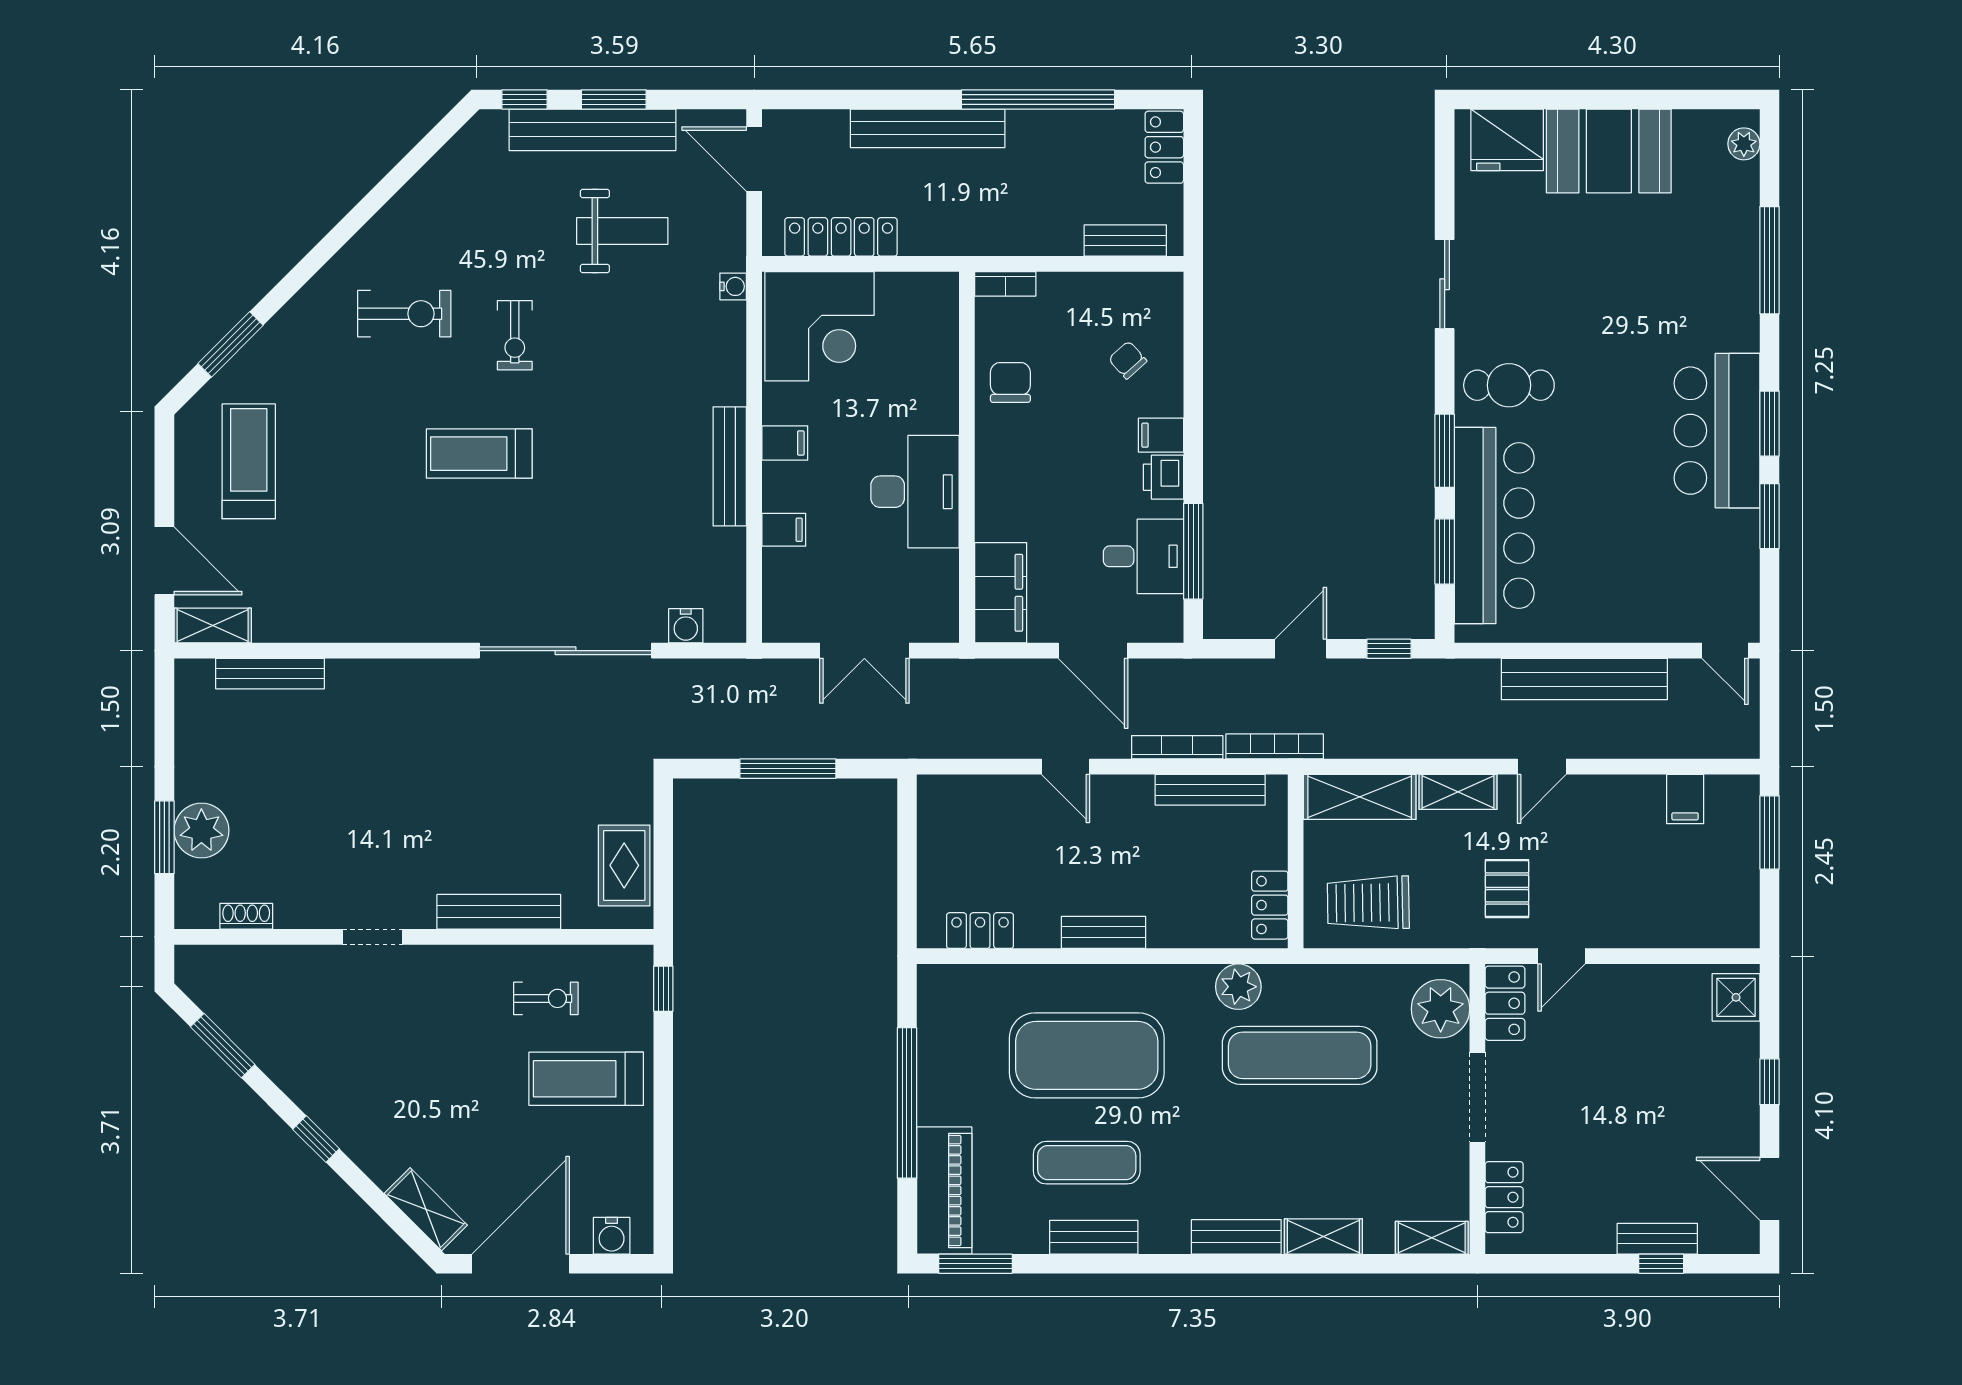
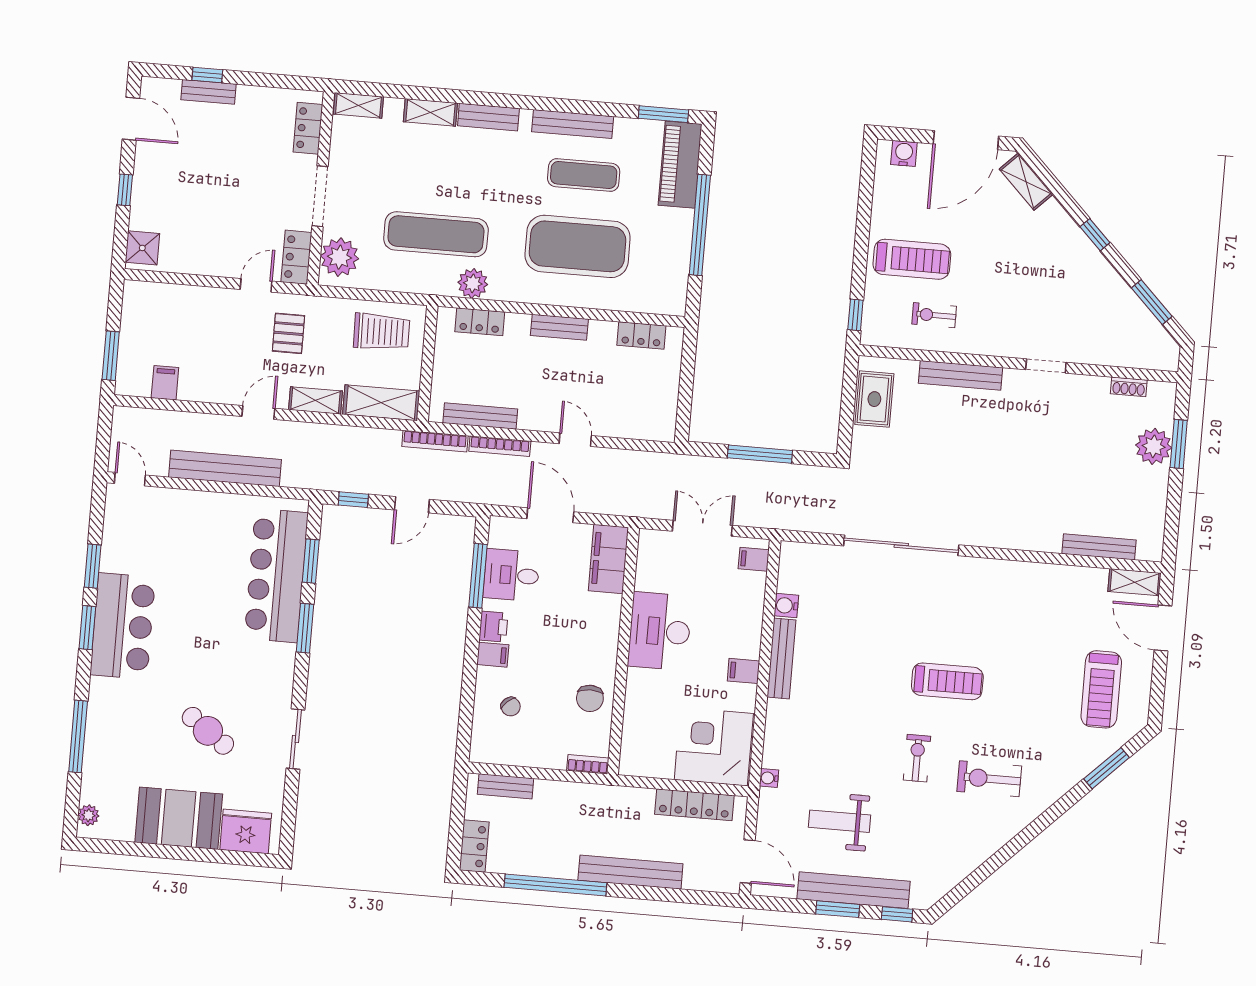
cafe table: (1509, 385) -> (208, 731), moved, turned 36
filing cabinet: (784, 530) -> (754, 559), moved
water cooler: (686, 626) -> (786, 606), moved, turned -90
locker: (1270, 905) -> (480, 322), moved, turned 90
bench: (1094, 1237) -> (573, 124), width x1.36

